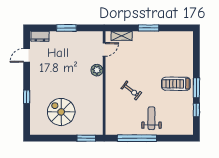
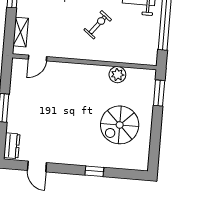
door: (104, 49) -> (38, 58), swing flipped
plant: (97, 70) -> (117, 75), moved

